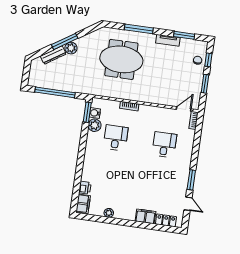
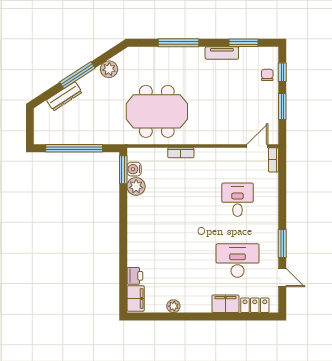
plant: (71, 48) -> (109, 69), moved
meeting table: (121, 59) -> (157, 111), moved
desk: (116, 138) -> (238, 261), moved, width x1.37

